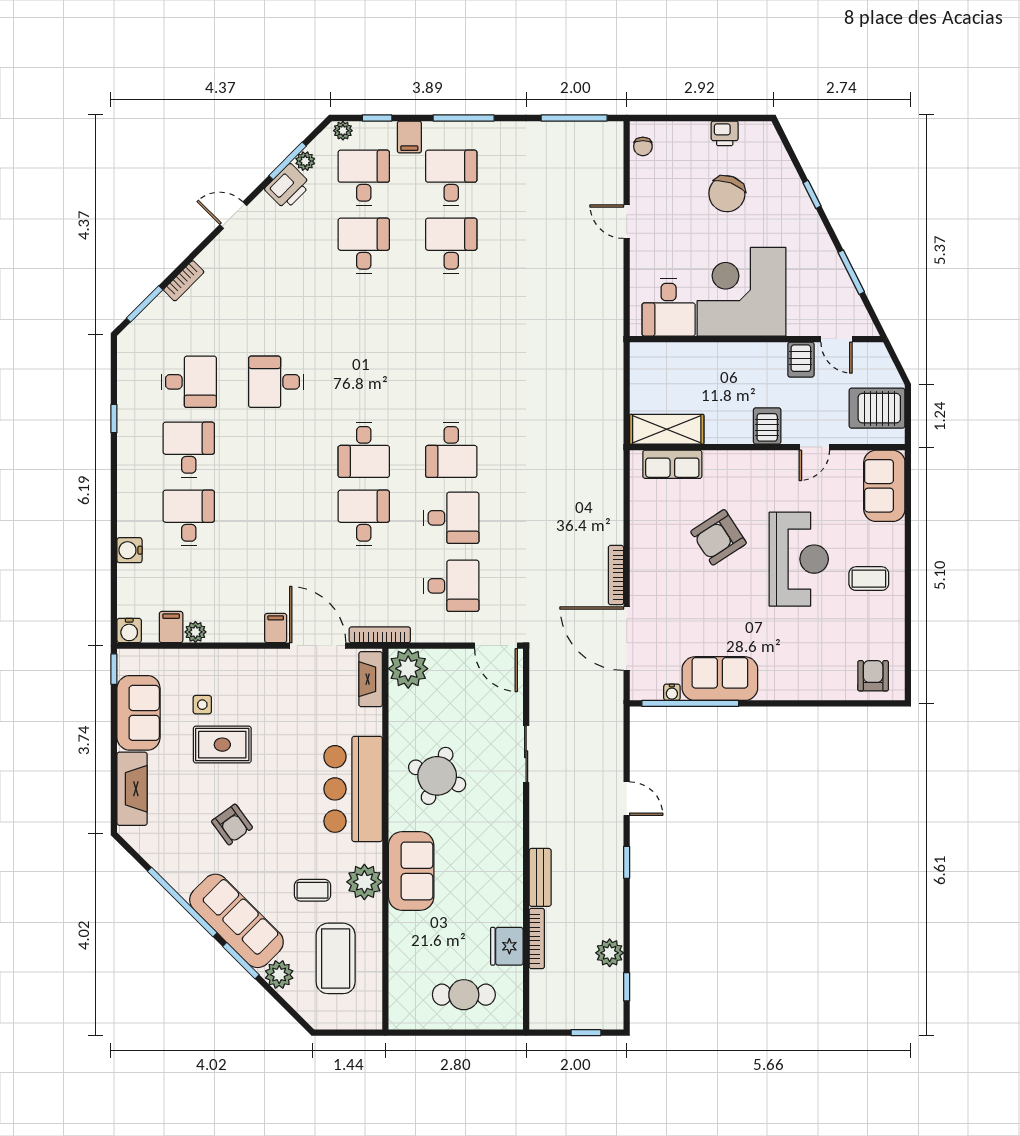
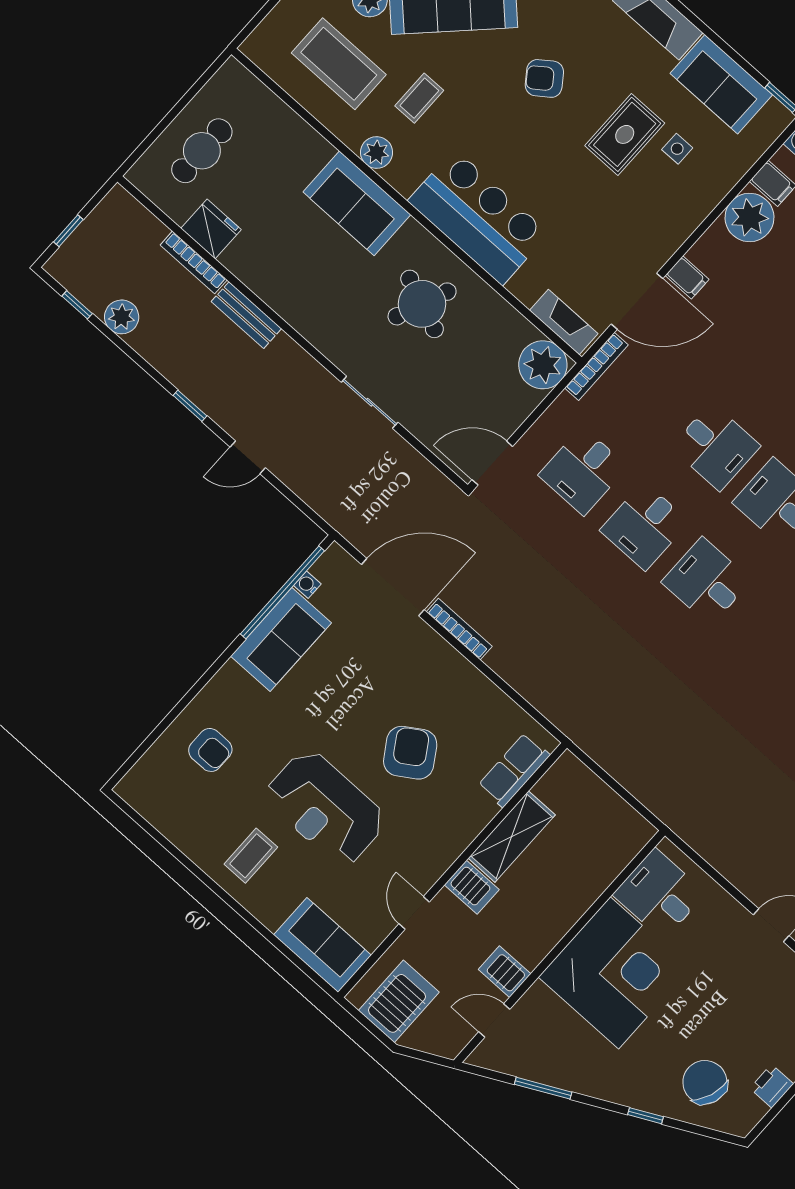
chair: (727, 194) -> (705, 1082), moved
shelving: (667, 429) -> (512, 837), moved
plant: (195, 632) -> (749, 217), width x1.88, depth x1.88
armchair: (873, 676) -> (210, 750), moved
plant: (364, 882) -> (377, 152), width x0.73, depth x0.73

